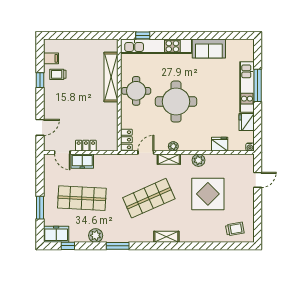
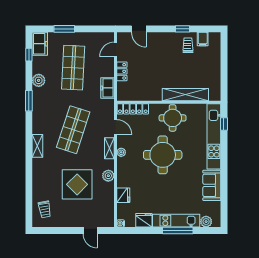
plant: (248, 55) -> (206, 222), added
locker: (126, 140) -> (133, 109), width x1.53
freezer: (82, 161) -> (107, 88), moved
shop shelf: (149, 198) -> (73, 130), turned 42

